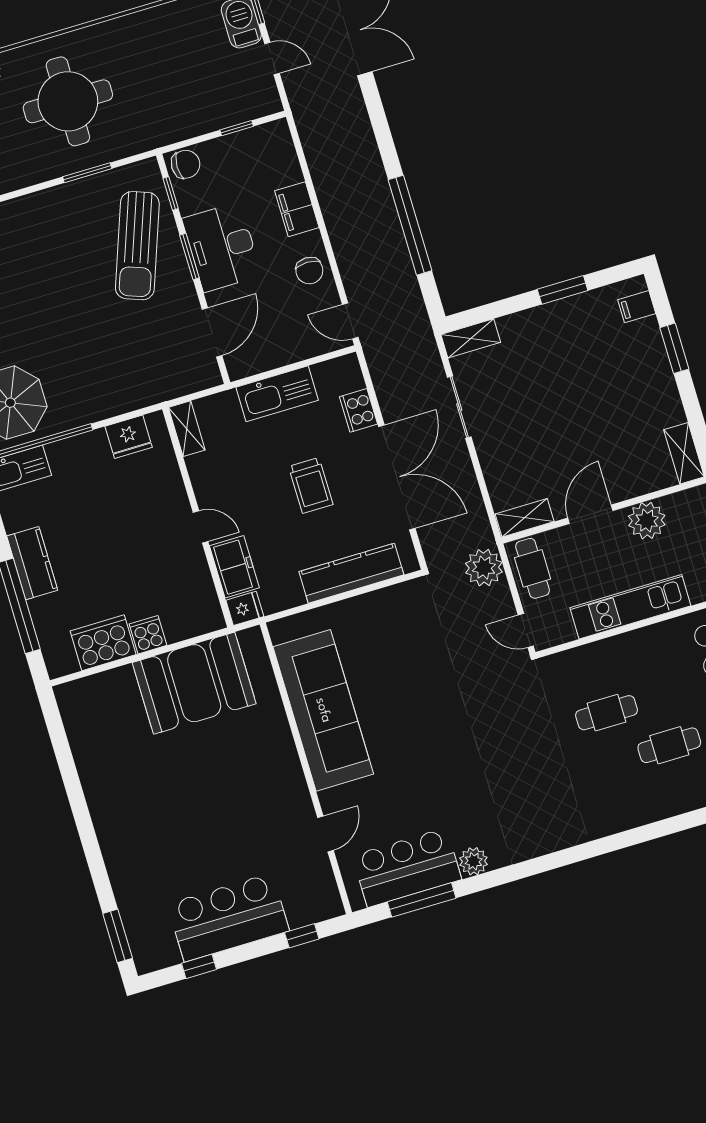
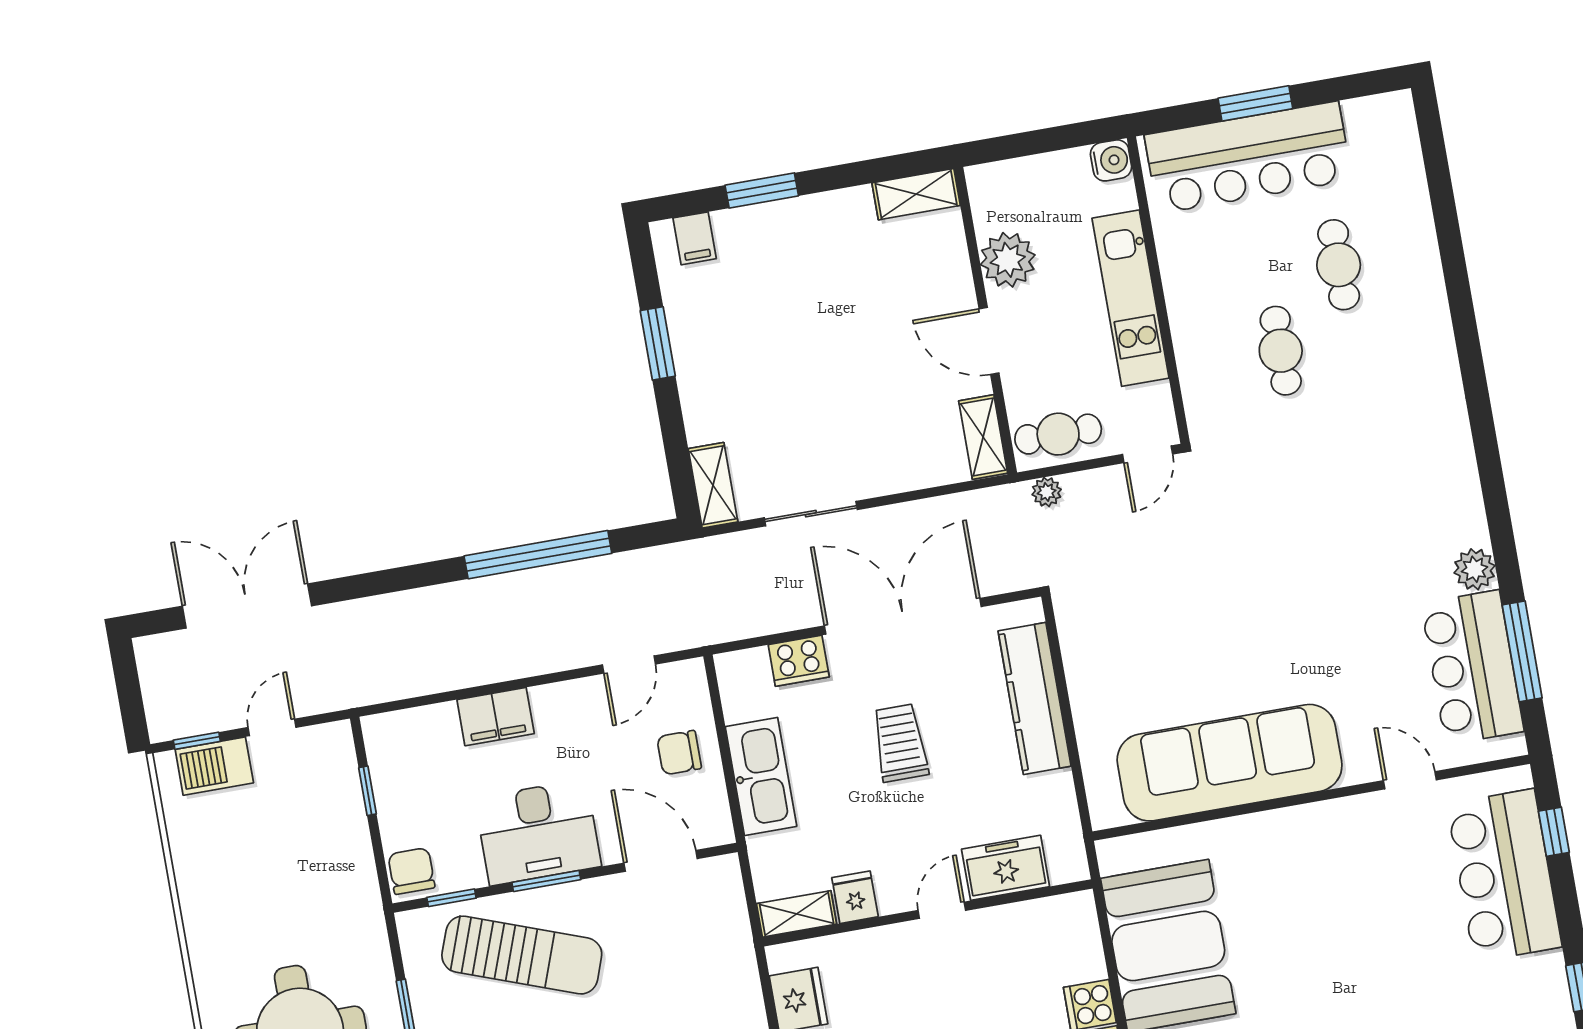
chair: (309, 271) -> (679, 753), moved, turned 180
door: (350, 321) -> (629, 665), moved
trolley: (311, 485) -> (900, 743), turned -90
plant: (484, 568) -> (1047, 492), width x0.53, depth x0.53
fridge: (245, 608) -> (855, 897), moved
bar counter: (228, 917) -> (1504, 875), moved

